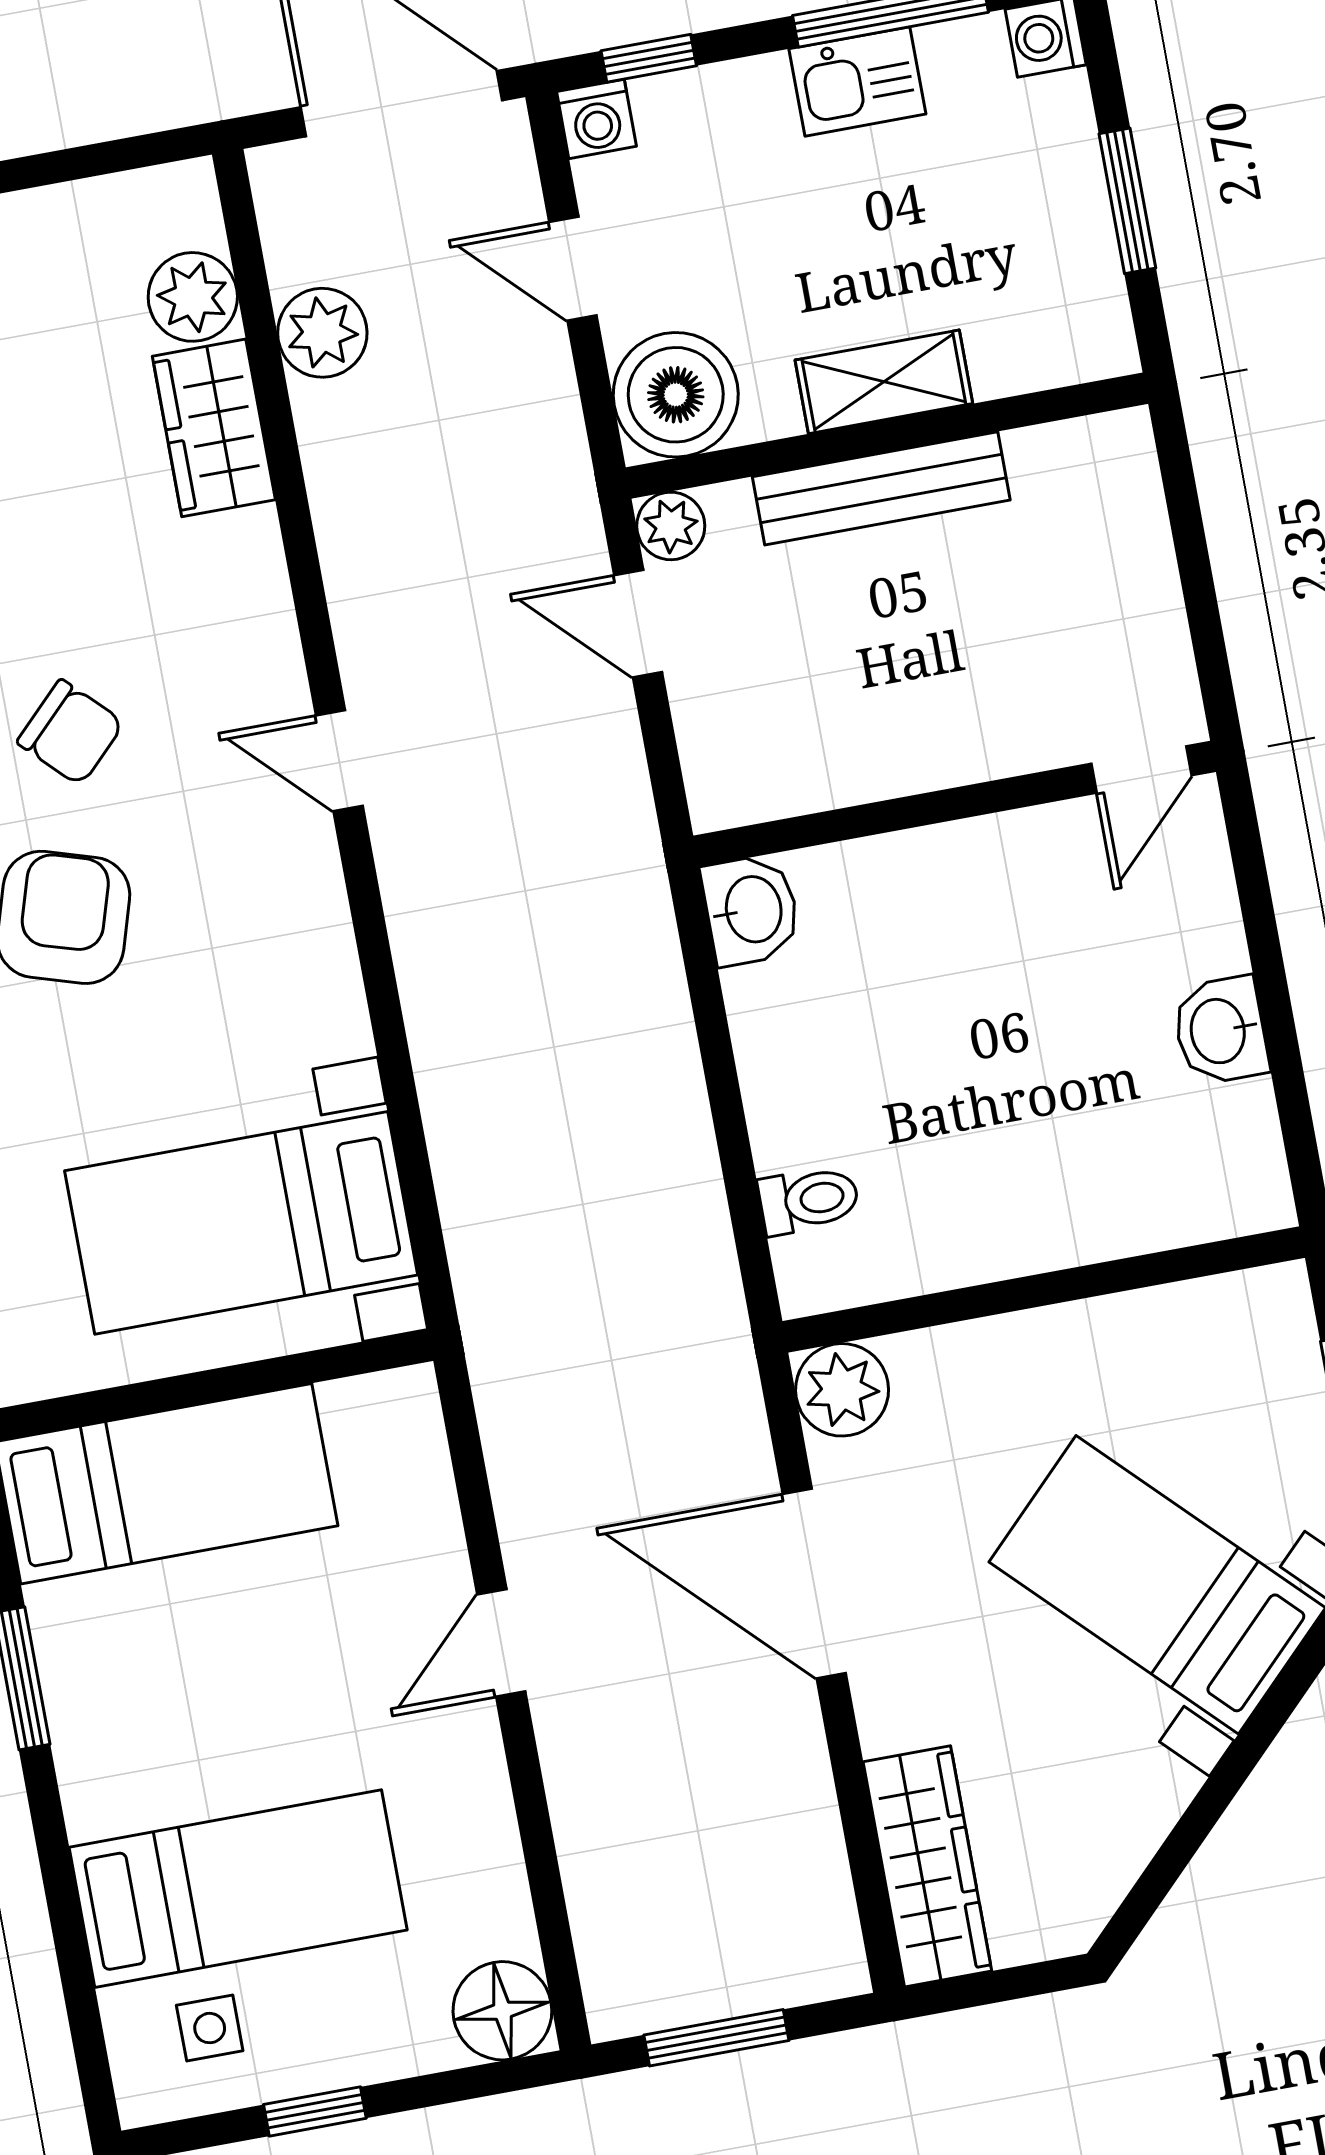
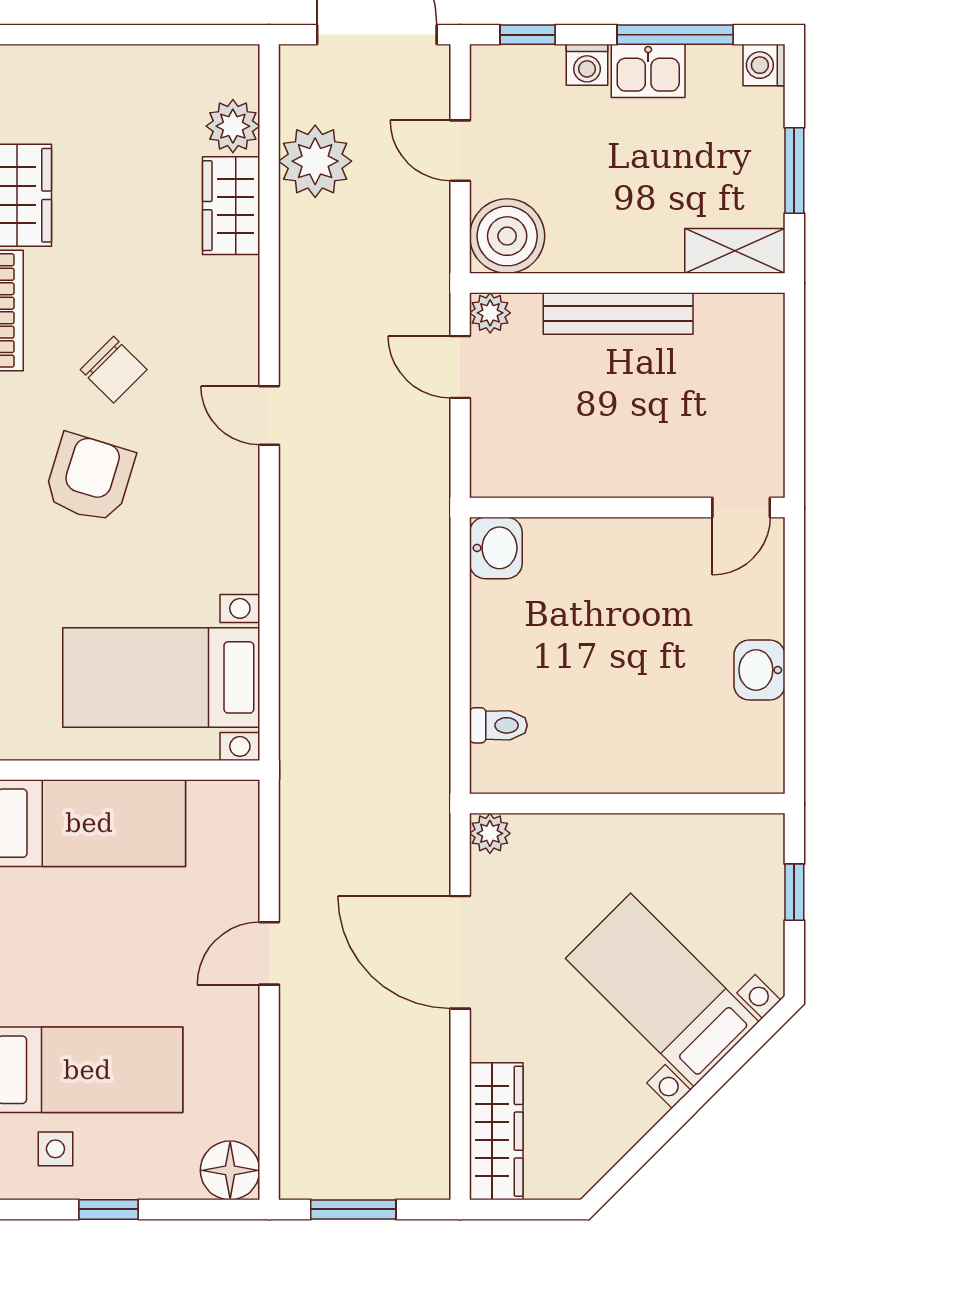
washing machine: (596, 119) -> (587, 65), moved
plant: (322, 333) -> (315, 161), width x1.36, depth x1.36
shelving: (884, 382) -> (735, 251), moved
plant: (842, 1390) -> (490, 833), width x0.73, depth x0.73

